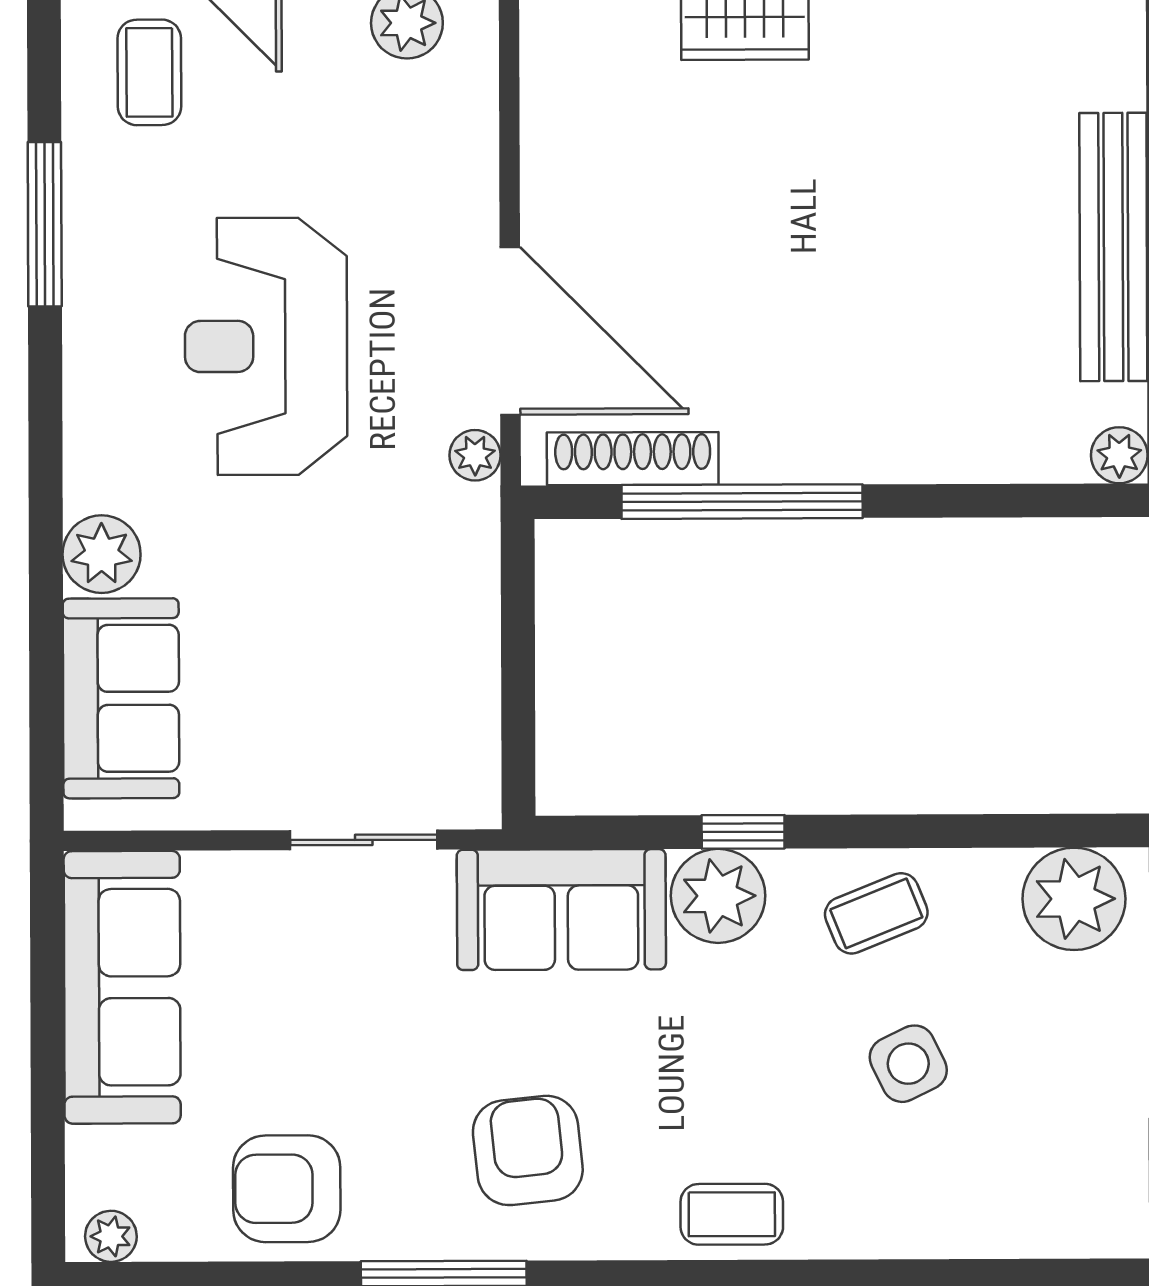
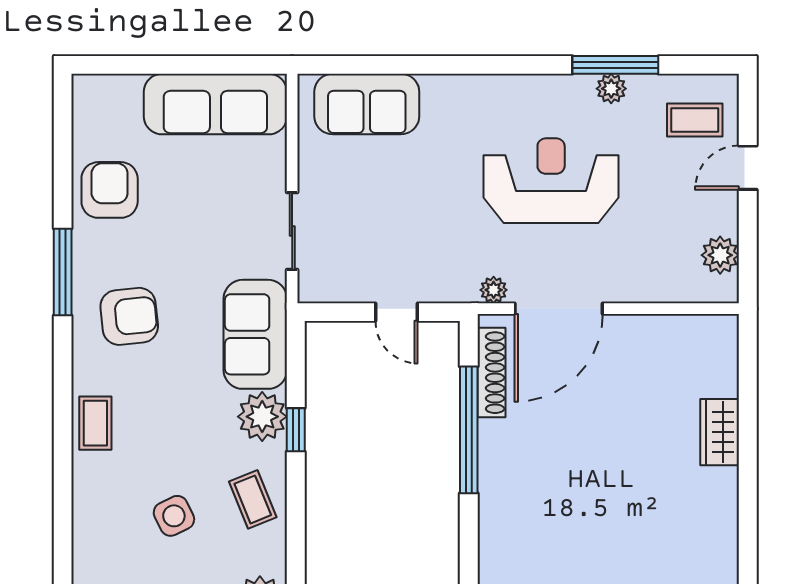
plant: (102, 554) -> (611, 89), moved, width x0.73, depth x0.73
door: (518, 640) -> (396, 312), added
plant: (111, 1236) -> (85, 98), removed

